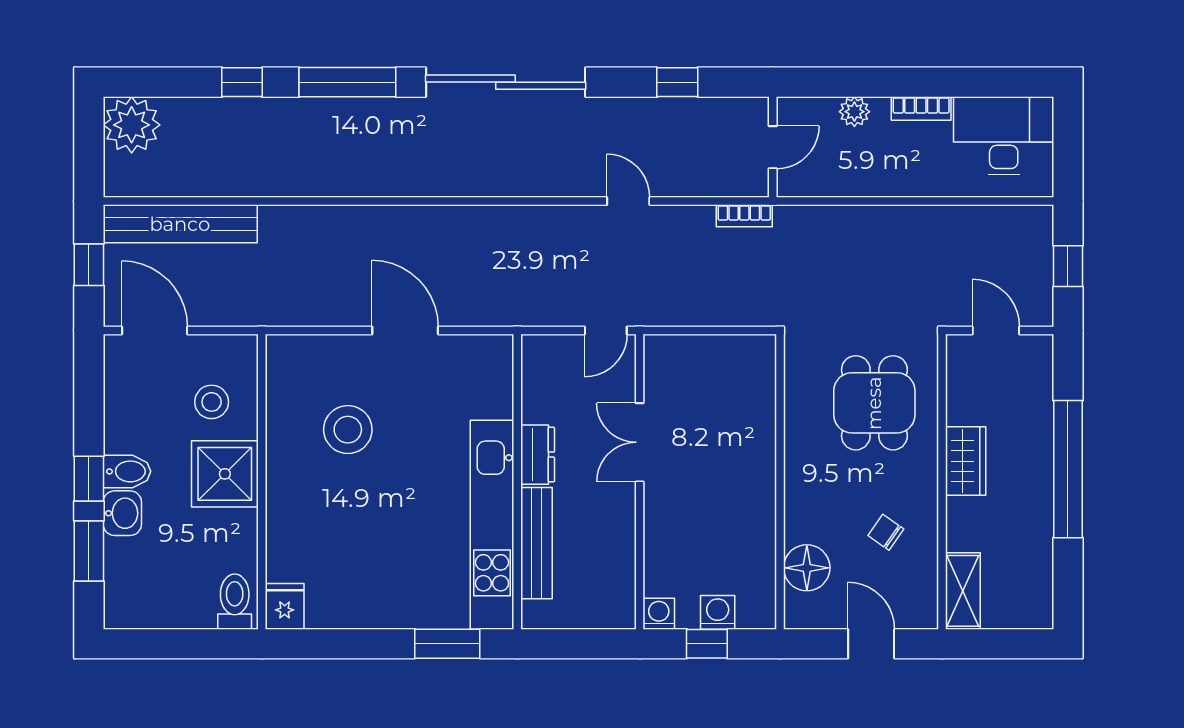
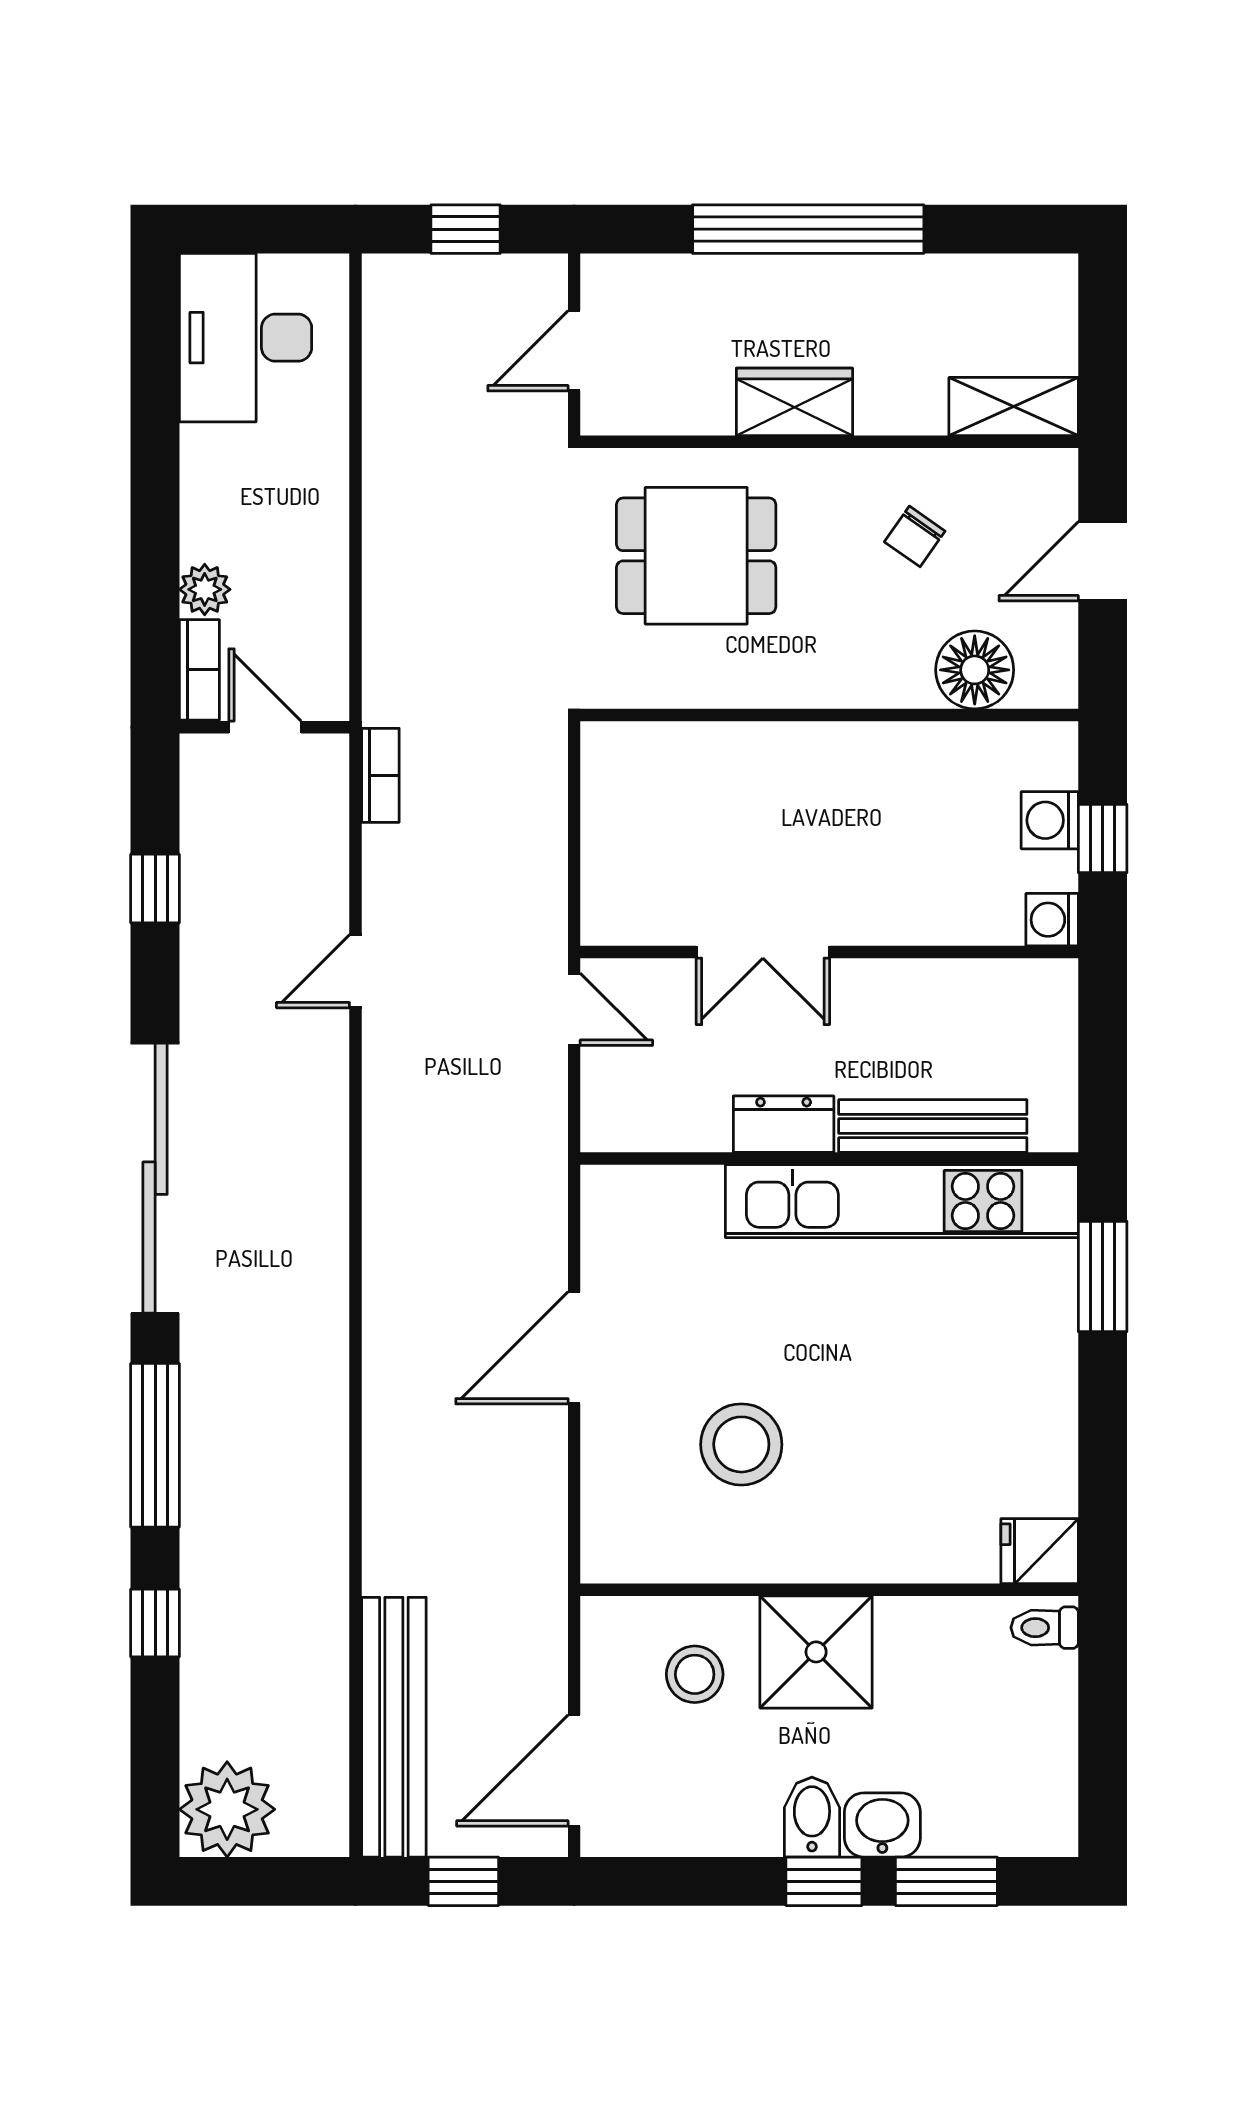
bookcase: (921, 108) -> (199, 670), moved
toilet: (235, 602) -> (1045, 1628), width x0.73, depth x0.72

